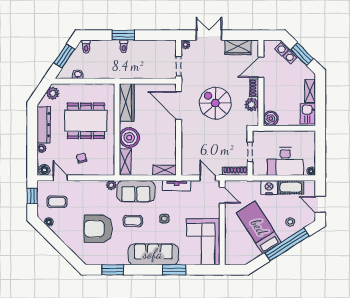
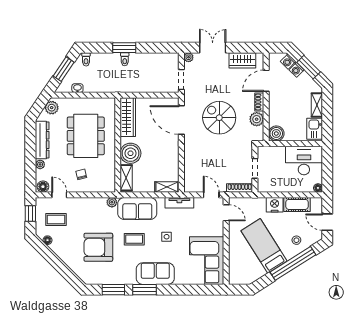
dining table: (86, 121) -> (86, 136), turned 90
desk: (285, 161) -> (304, 161), moved, turned 180
sofa: (153, 254) -> (155, 274), width x0.73
window: (174, 270) -> (145, 290), moved

